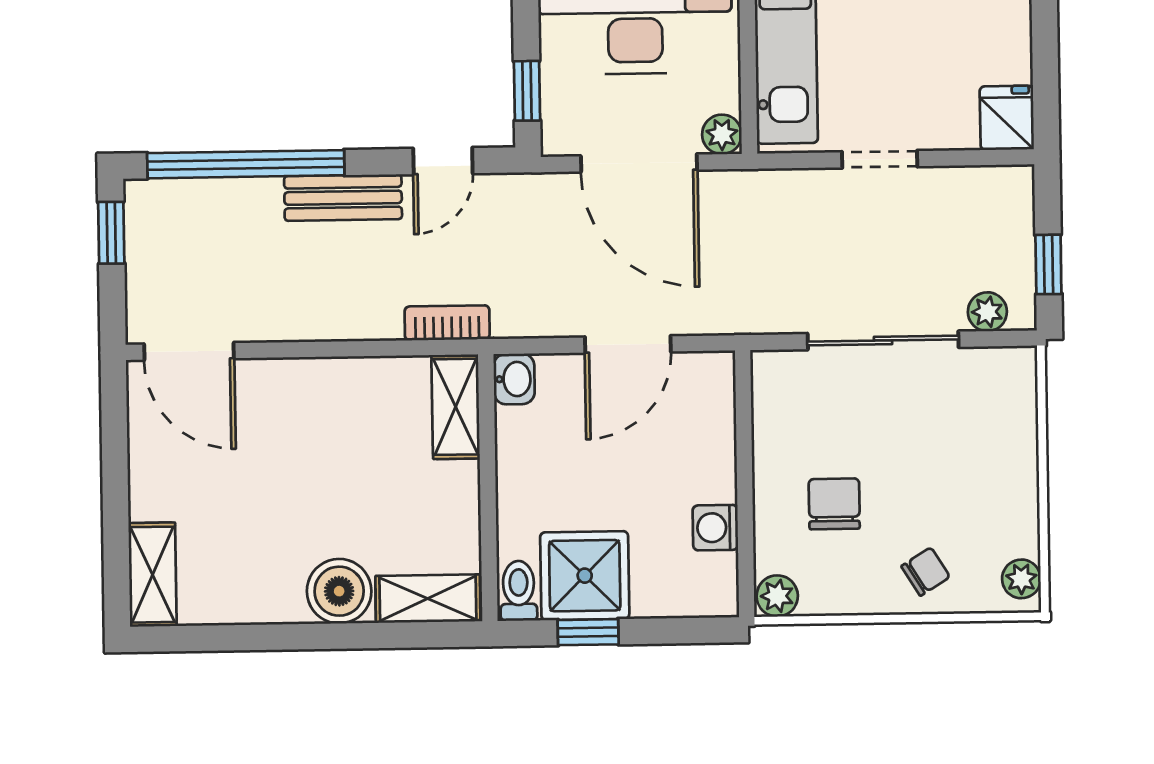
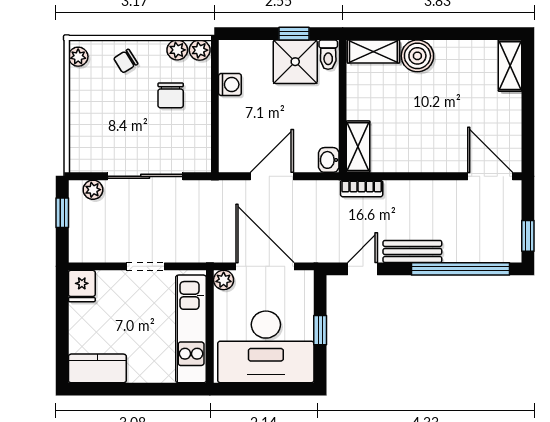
window: (527, 91) -> (320, 330), moved
plant: (822, 595) -> (177, 50), added

